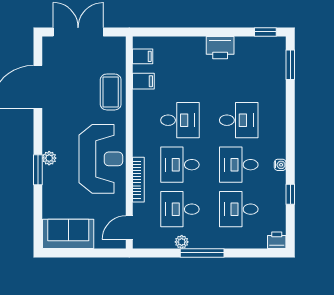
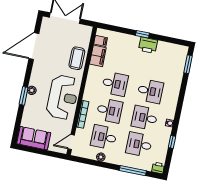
window: (265, 32) -> (142, 34), moved
filing cabinet: (143, 81) -> (98, 56), width x2.00
desk: (180, 165) -> (109, 111), turned 180
window: (202, 253) -> (133, 171), moved

